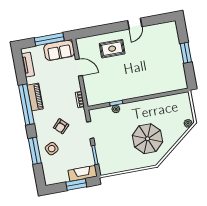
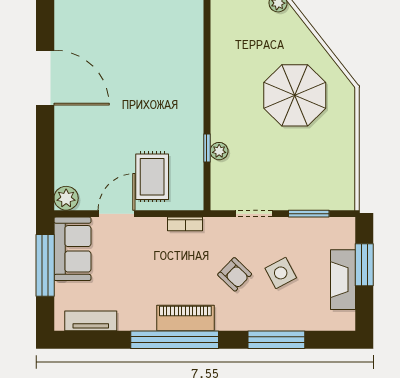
door: (135, 24) -> (45, 78), width x1.88
plant: (82, 43) -> (66, 198), added
rug: (112, 49) -> (152, 177), moved
piano: (35, 97) -> (185, 318), moved
side table: (52, 149) -> (281, 273), moved
fireplace: (83, 173) -> (343, 280), moved

